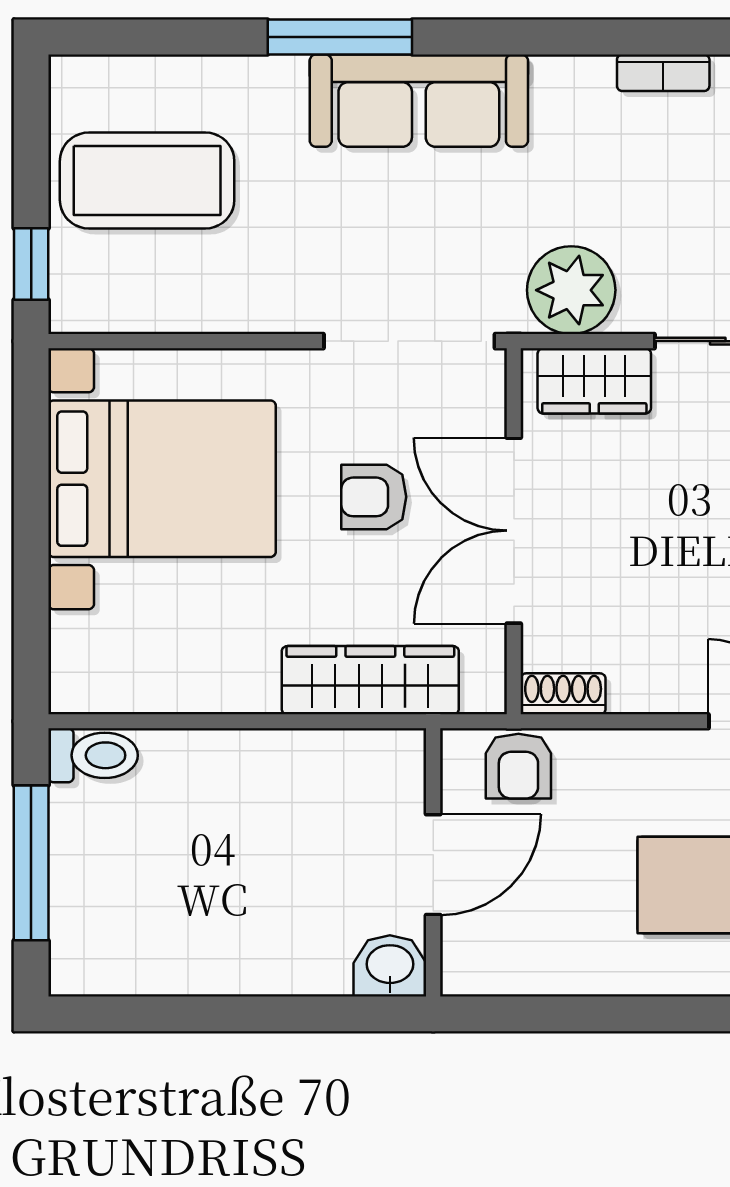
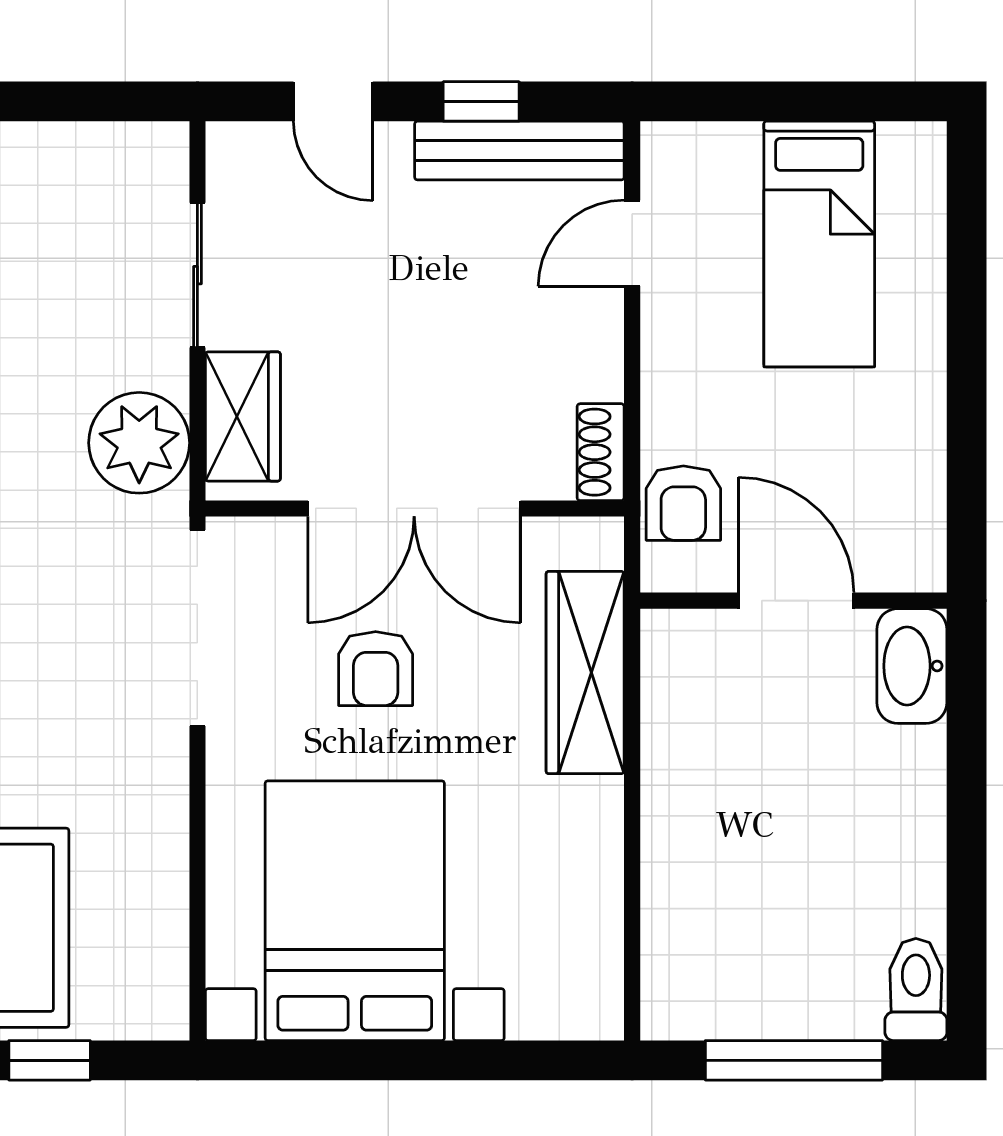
window: (31, 264) -> (50, 1060), moved
toilet: (93, 755) -> (916, 990), moved
armchair: (518, 766) -> (683, 503), turned 90
washbasin: (390, 966) -> (912, 666), width x1.38

